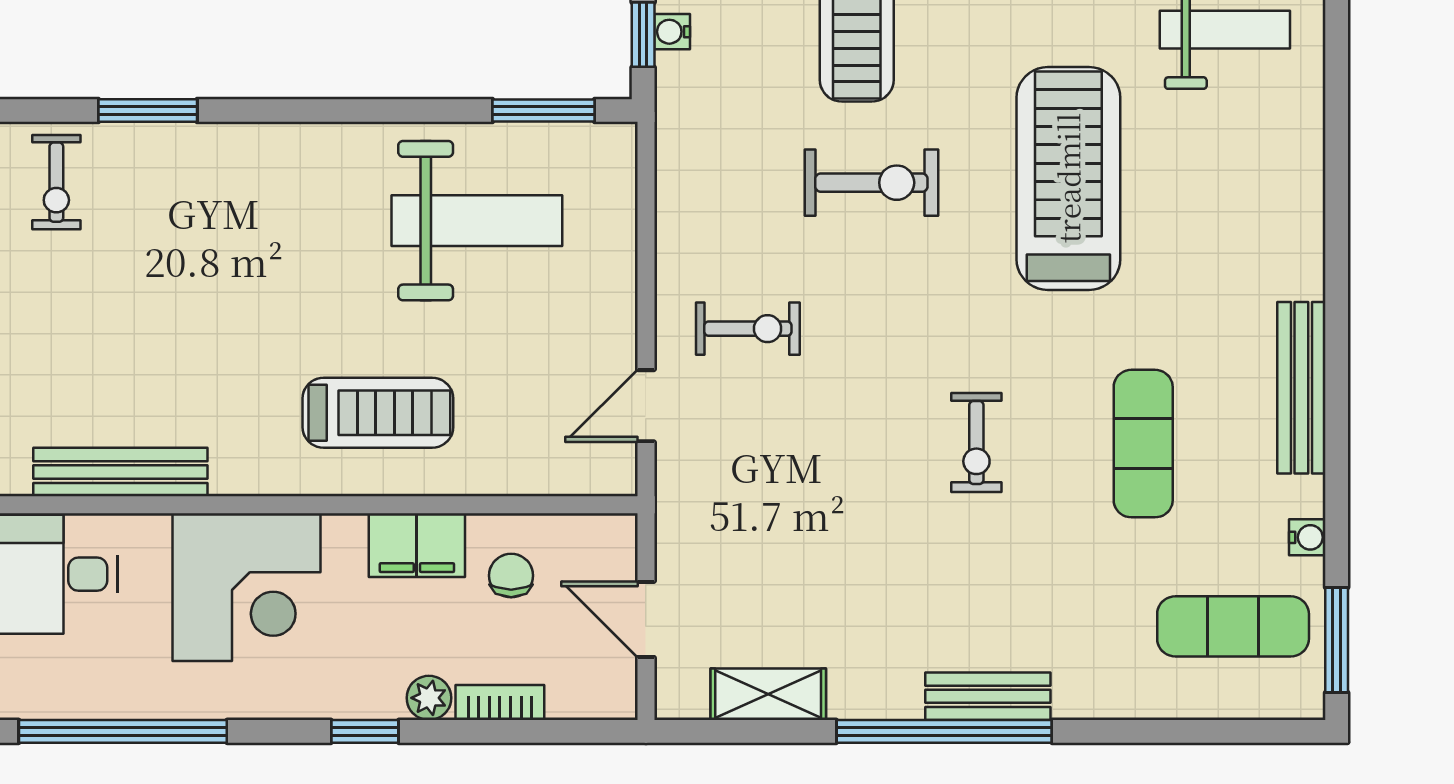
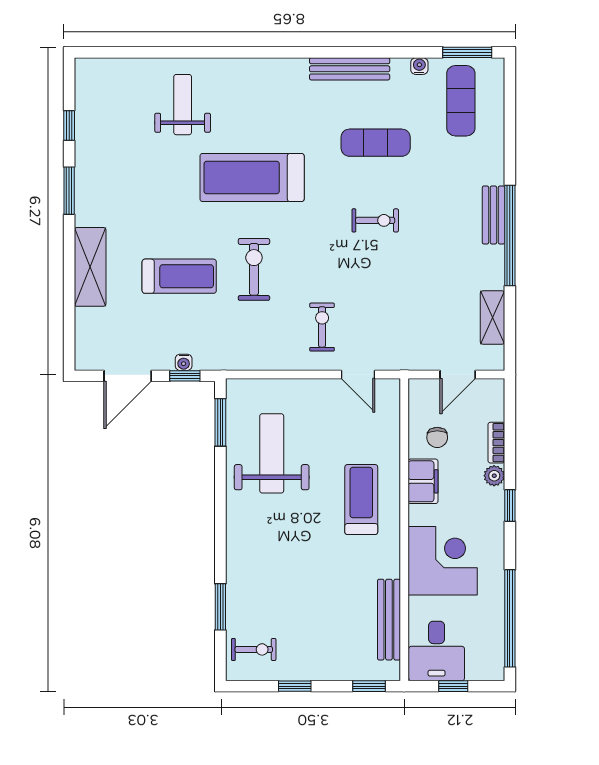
chair: (511, 576) -> (437, 437), turned -90

